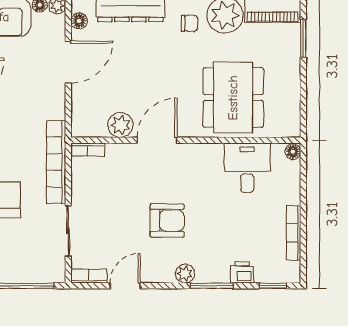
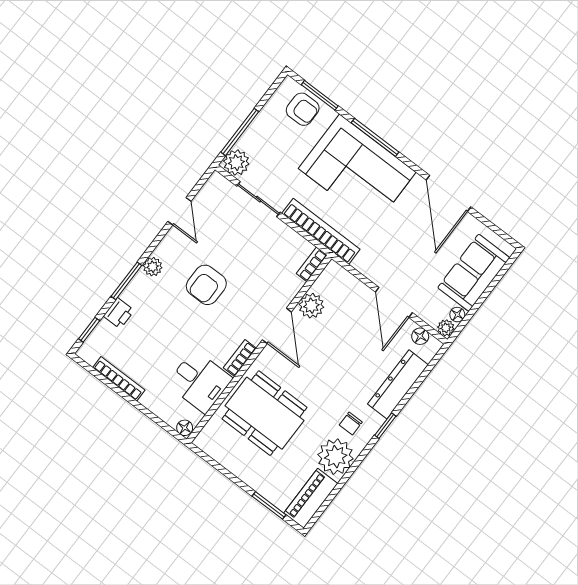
plant: (53, 270) -> (236, 163), added
bookcase: (89, 276) -> (240, 358), moved, turned 180

